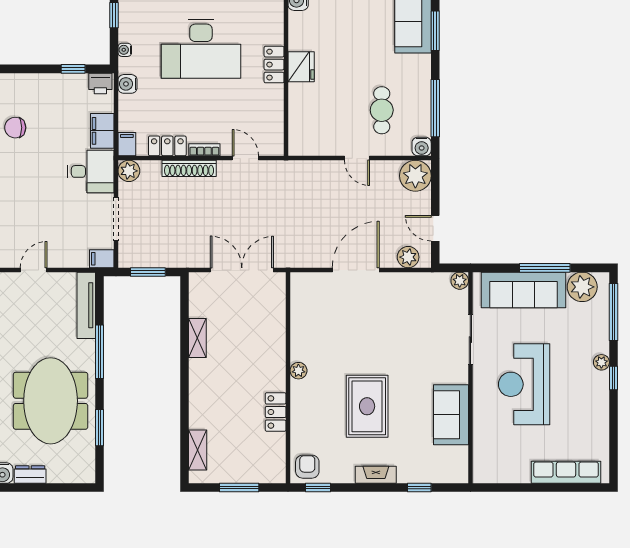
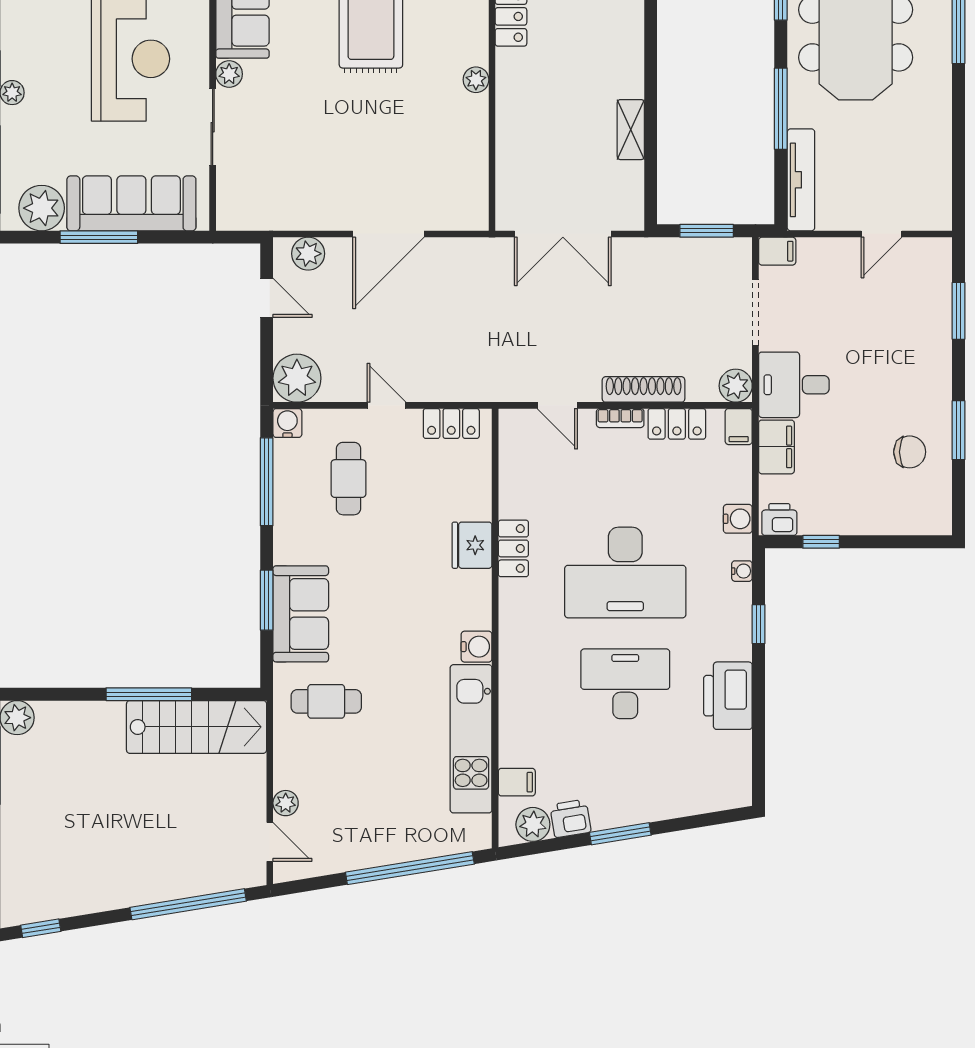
desk: (201, 49) -> (625, 573), turned 180
locker: (315, 146) -> (451, 423), added
plant: (460, 281) -> (229, 74), moved

